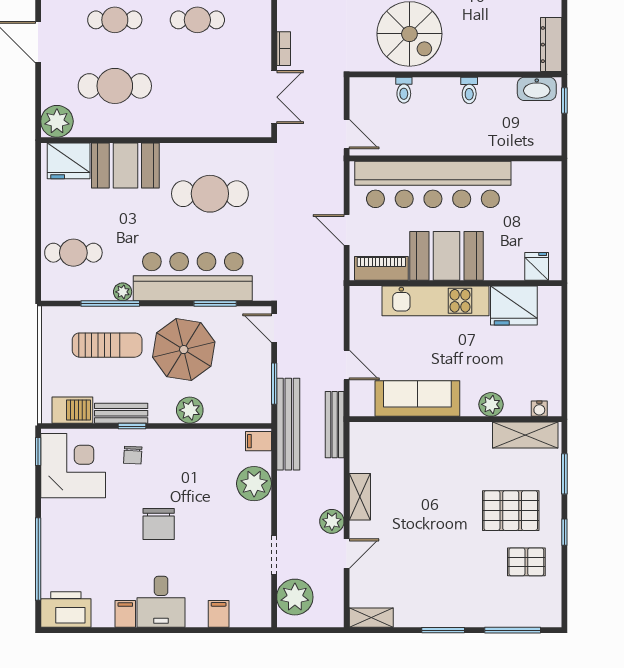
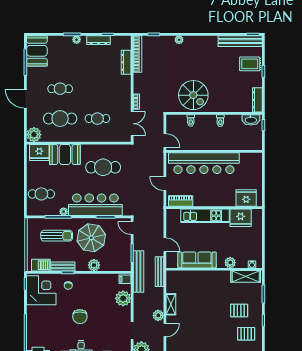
cafe table: (197, 20) -> (97, 119), moved
booth: (446, 256) -> (210, 195), removed
fridge: (537, 266) -> (246, 198), width x1.88, depth x1.34
pallet: (511, 511) -> (239, 311), width x0.67, depth x0.71

